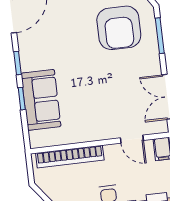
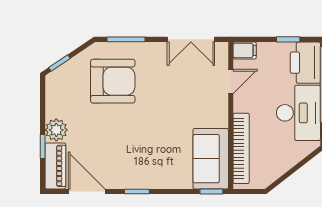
window: (22, 99) -> (211, 191), moved
sofa: (41, 100) -> (211, 159), moved, turned -90

